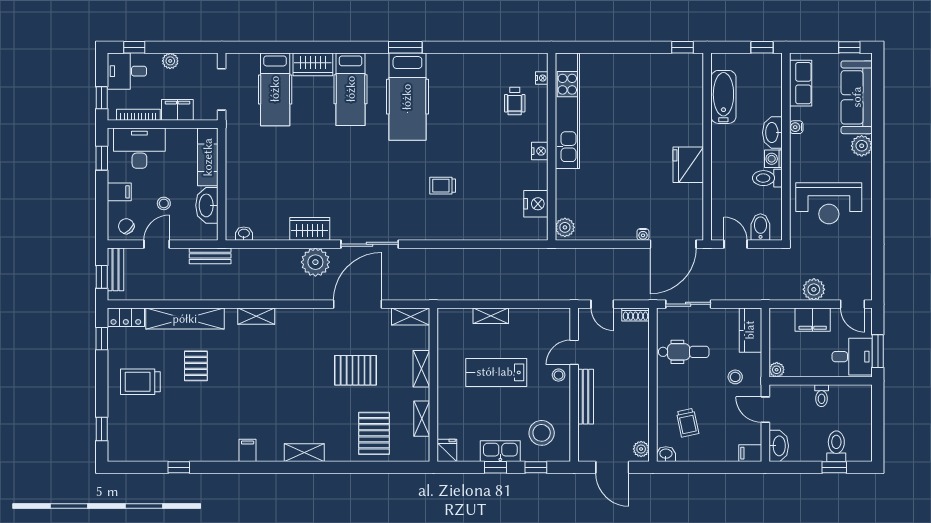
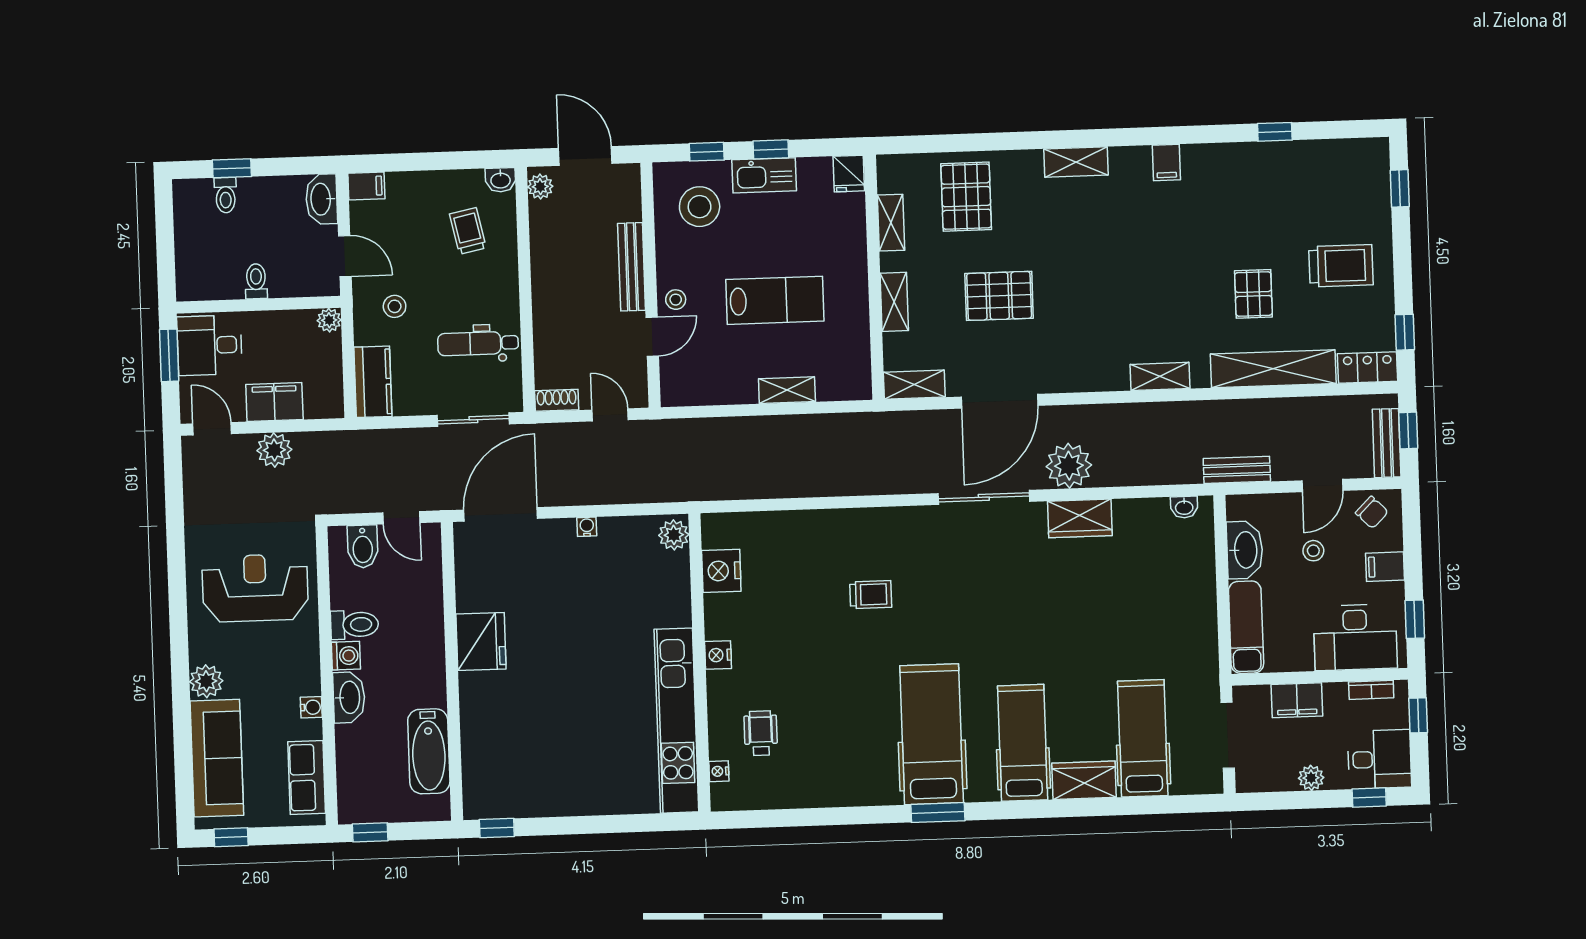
bookcase: (138, 115) -> (1371, 690), width x0.64
water cooler: (643, 234) -> (587, 527), moved
toilet: (836, 446) -> (226, 195), width x0.73, depth x0.72

